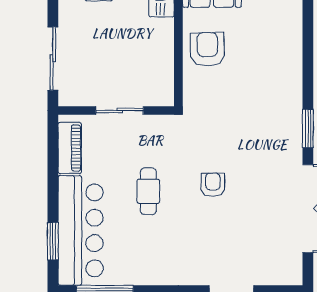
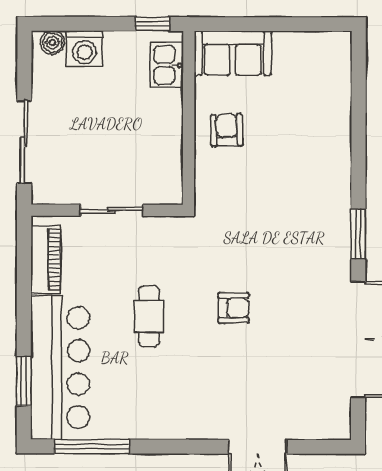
armchair: (207, 49) -> (227, 130), width x0.72, depth x0.72
armchair: (213, 185) -> (233, 308), turned 90

